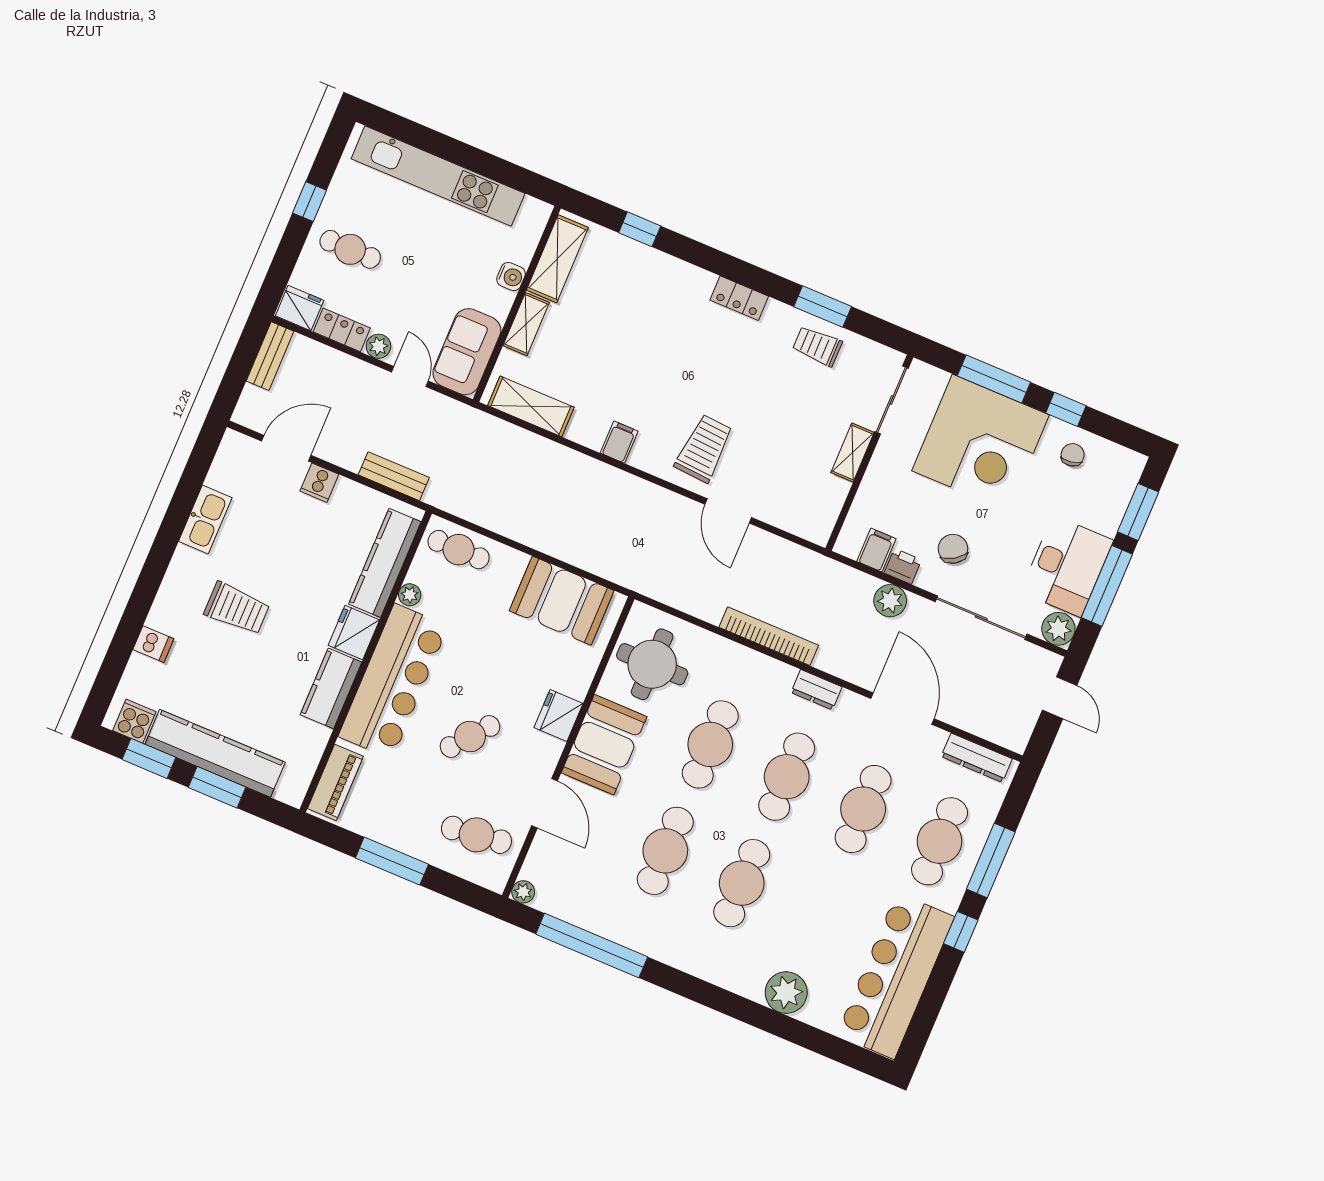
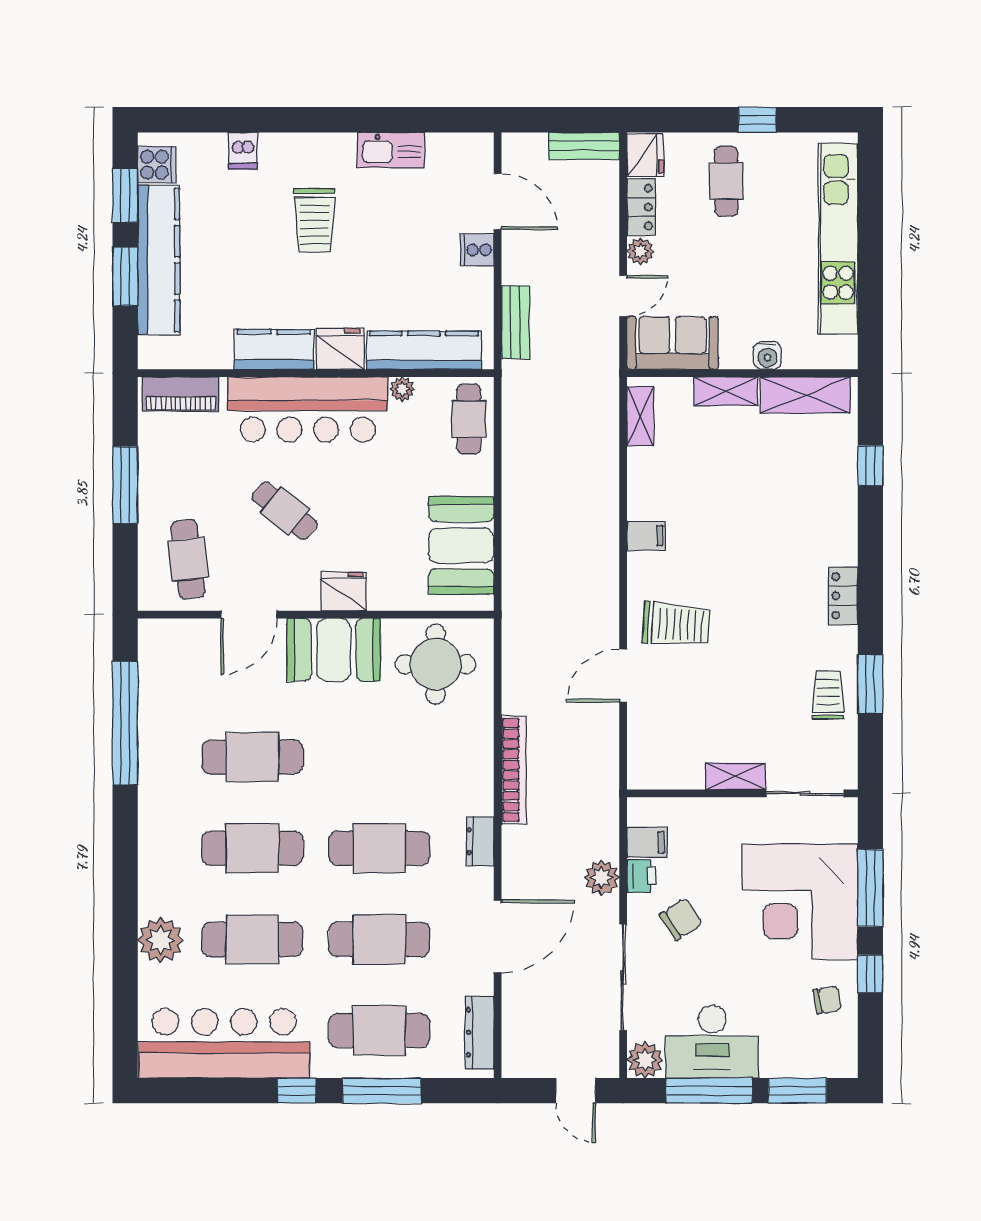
shelving: (531, 406) -> (640, 416), width x0.67, depth x0.75
door: (1060, 698) -> (576, 1091), hinge flipped
cafe table: (710, 744) -> (252, 939), moved
plant: (523, 892) -> (150, 631), removed

